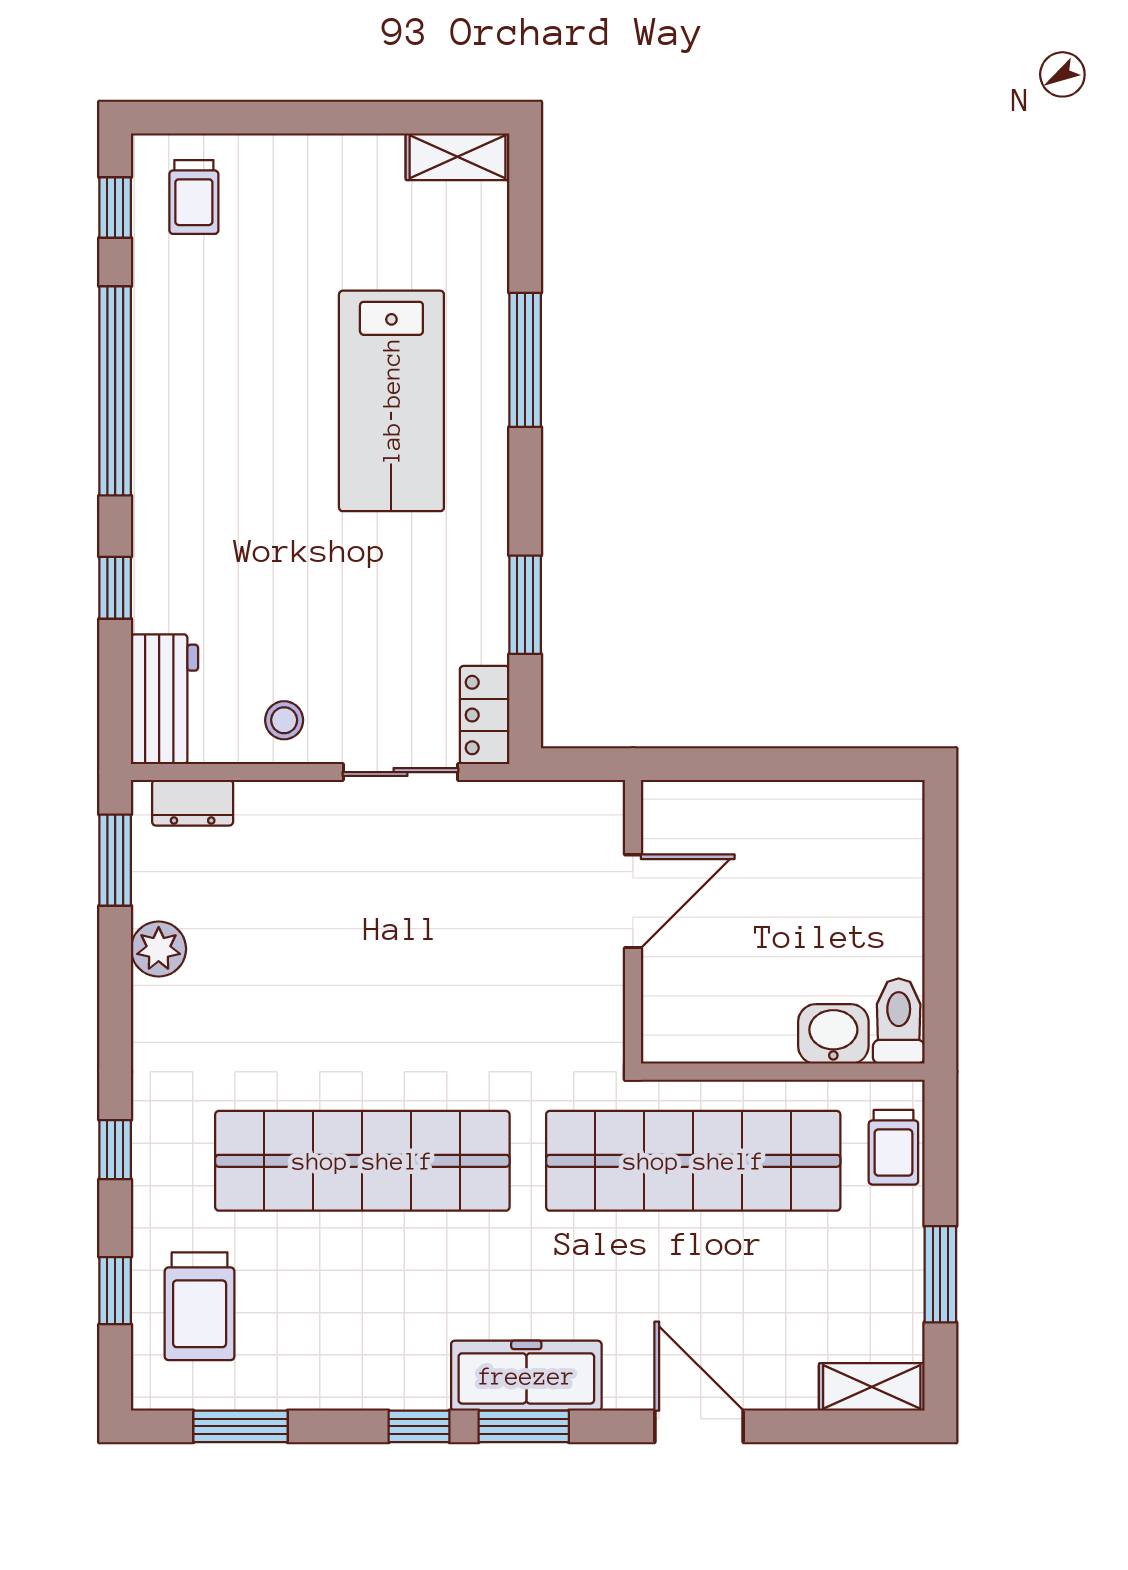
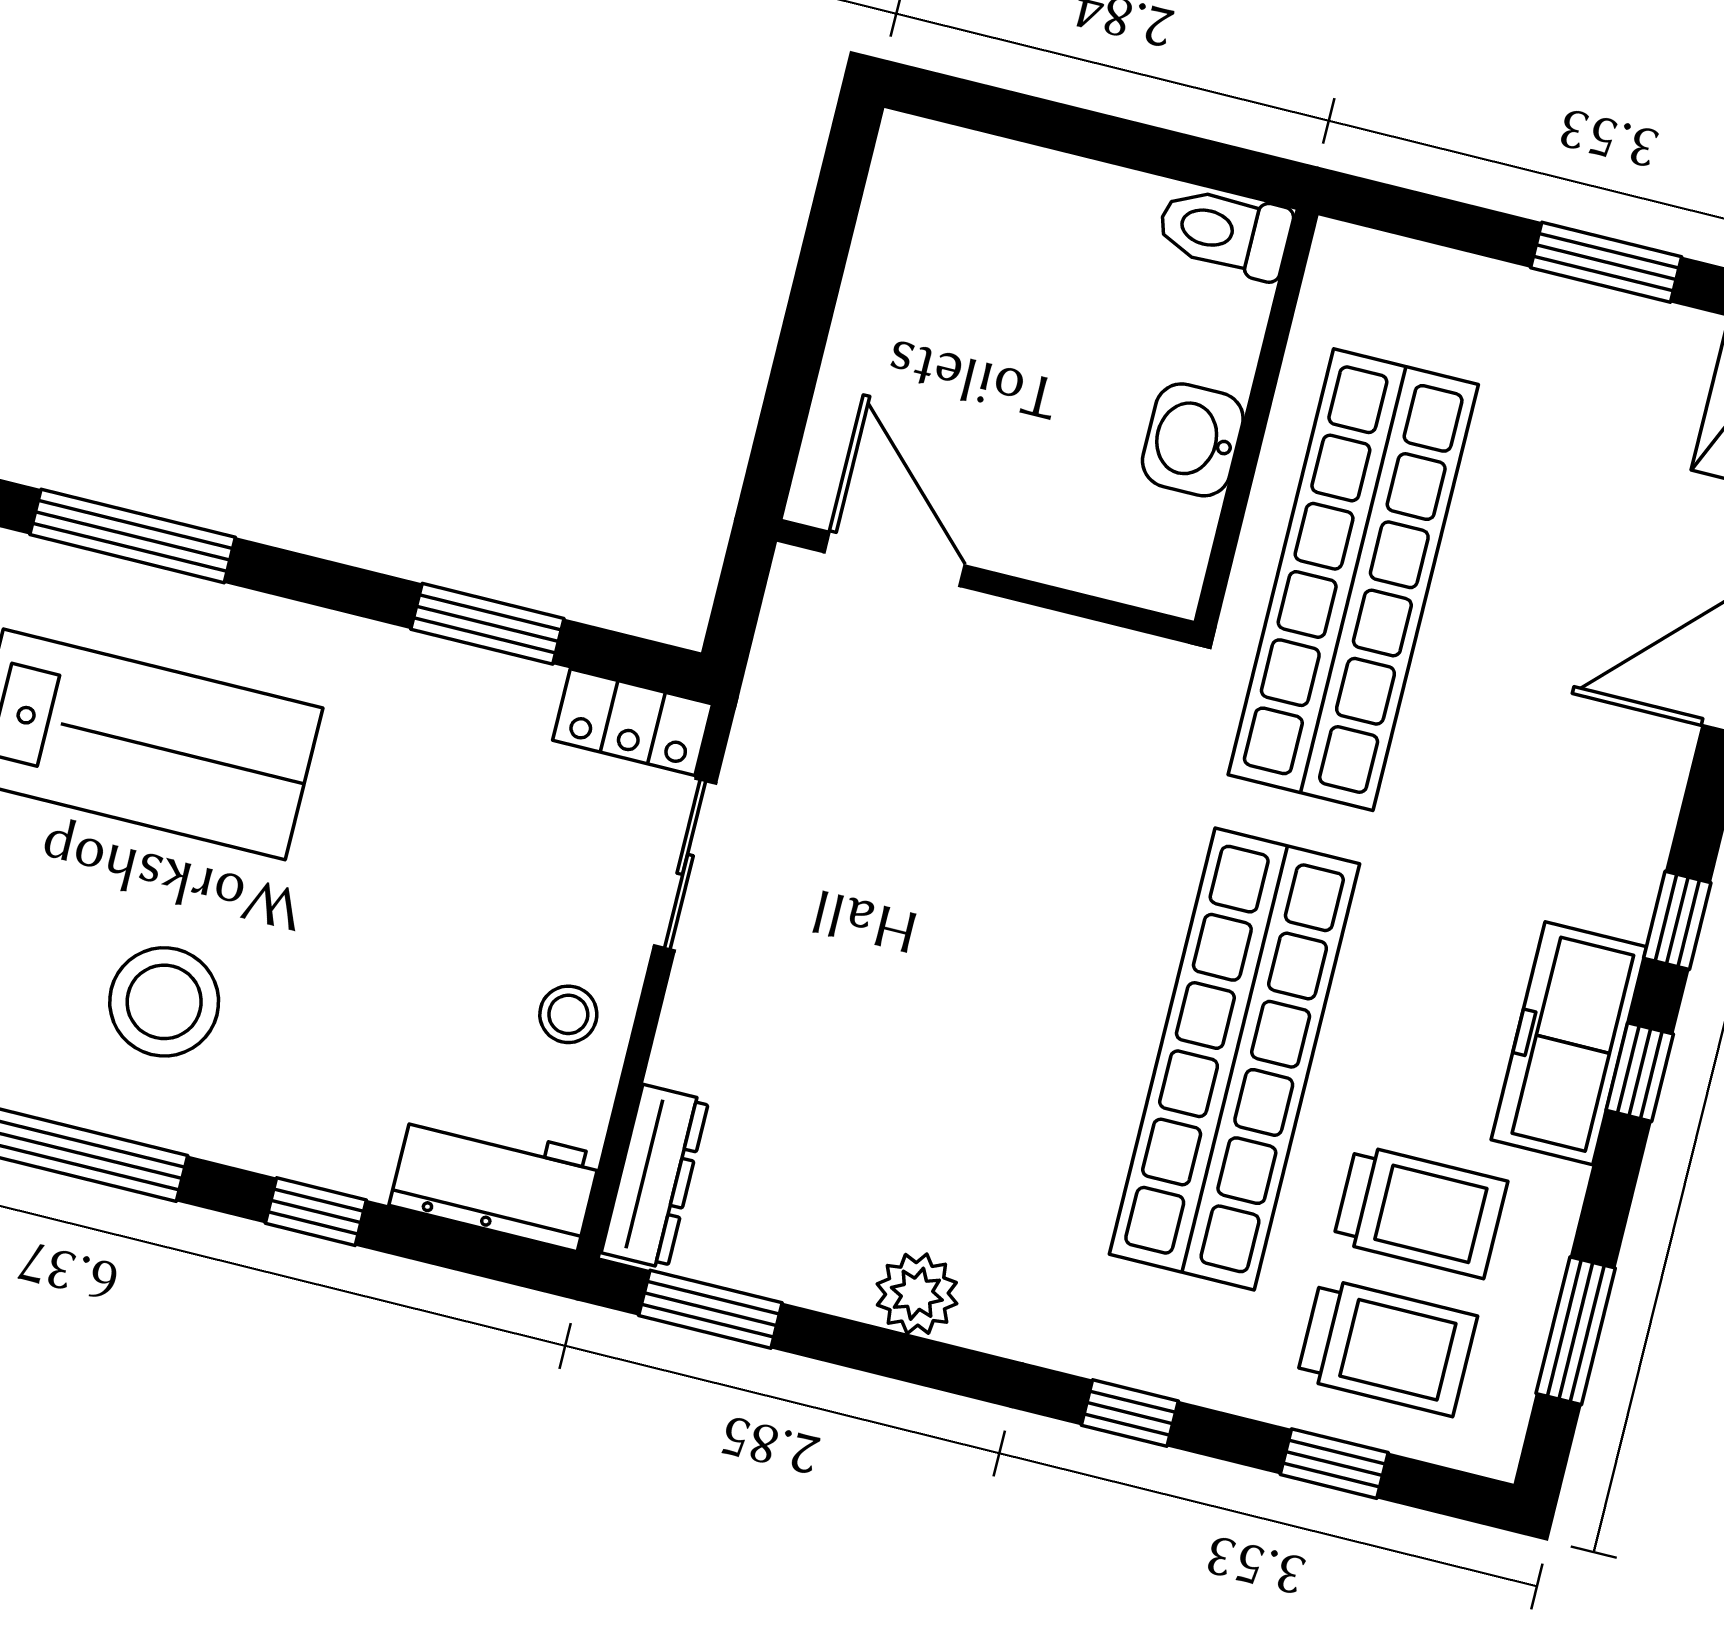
stool: (227, 455) -> (164, 1002), added
dresser: (193, 803) -> (655, 1177), width x1.44
door: (633, 901) -> (895, 559), moved
plant: (159, 949) -> (917, 1294), moved
washbasin: (833, 1034) -> (1193, 440), moved
trolley: (893, 1147) -> (1420, 1211), moved, width x1.36, depth x1.39
freezer: (526, 1376) -> (1569, 1043), moved
window: (524, 1426) -> (1677, 920), width x0.67

